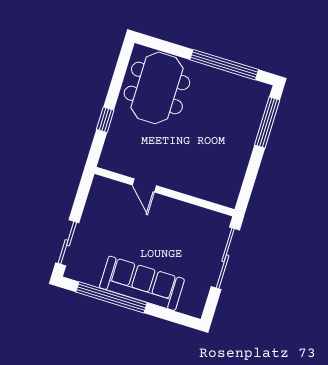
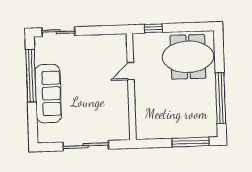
door: (144, 185) -> (131, 71), moved
wall: (164, 192) -> (131, 87), moved

